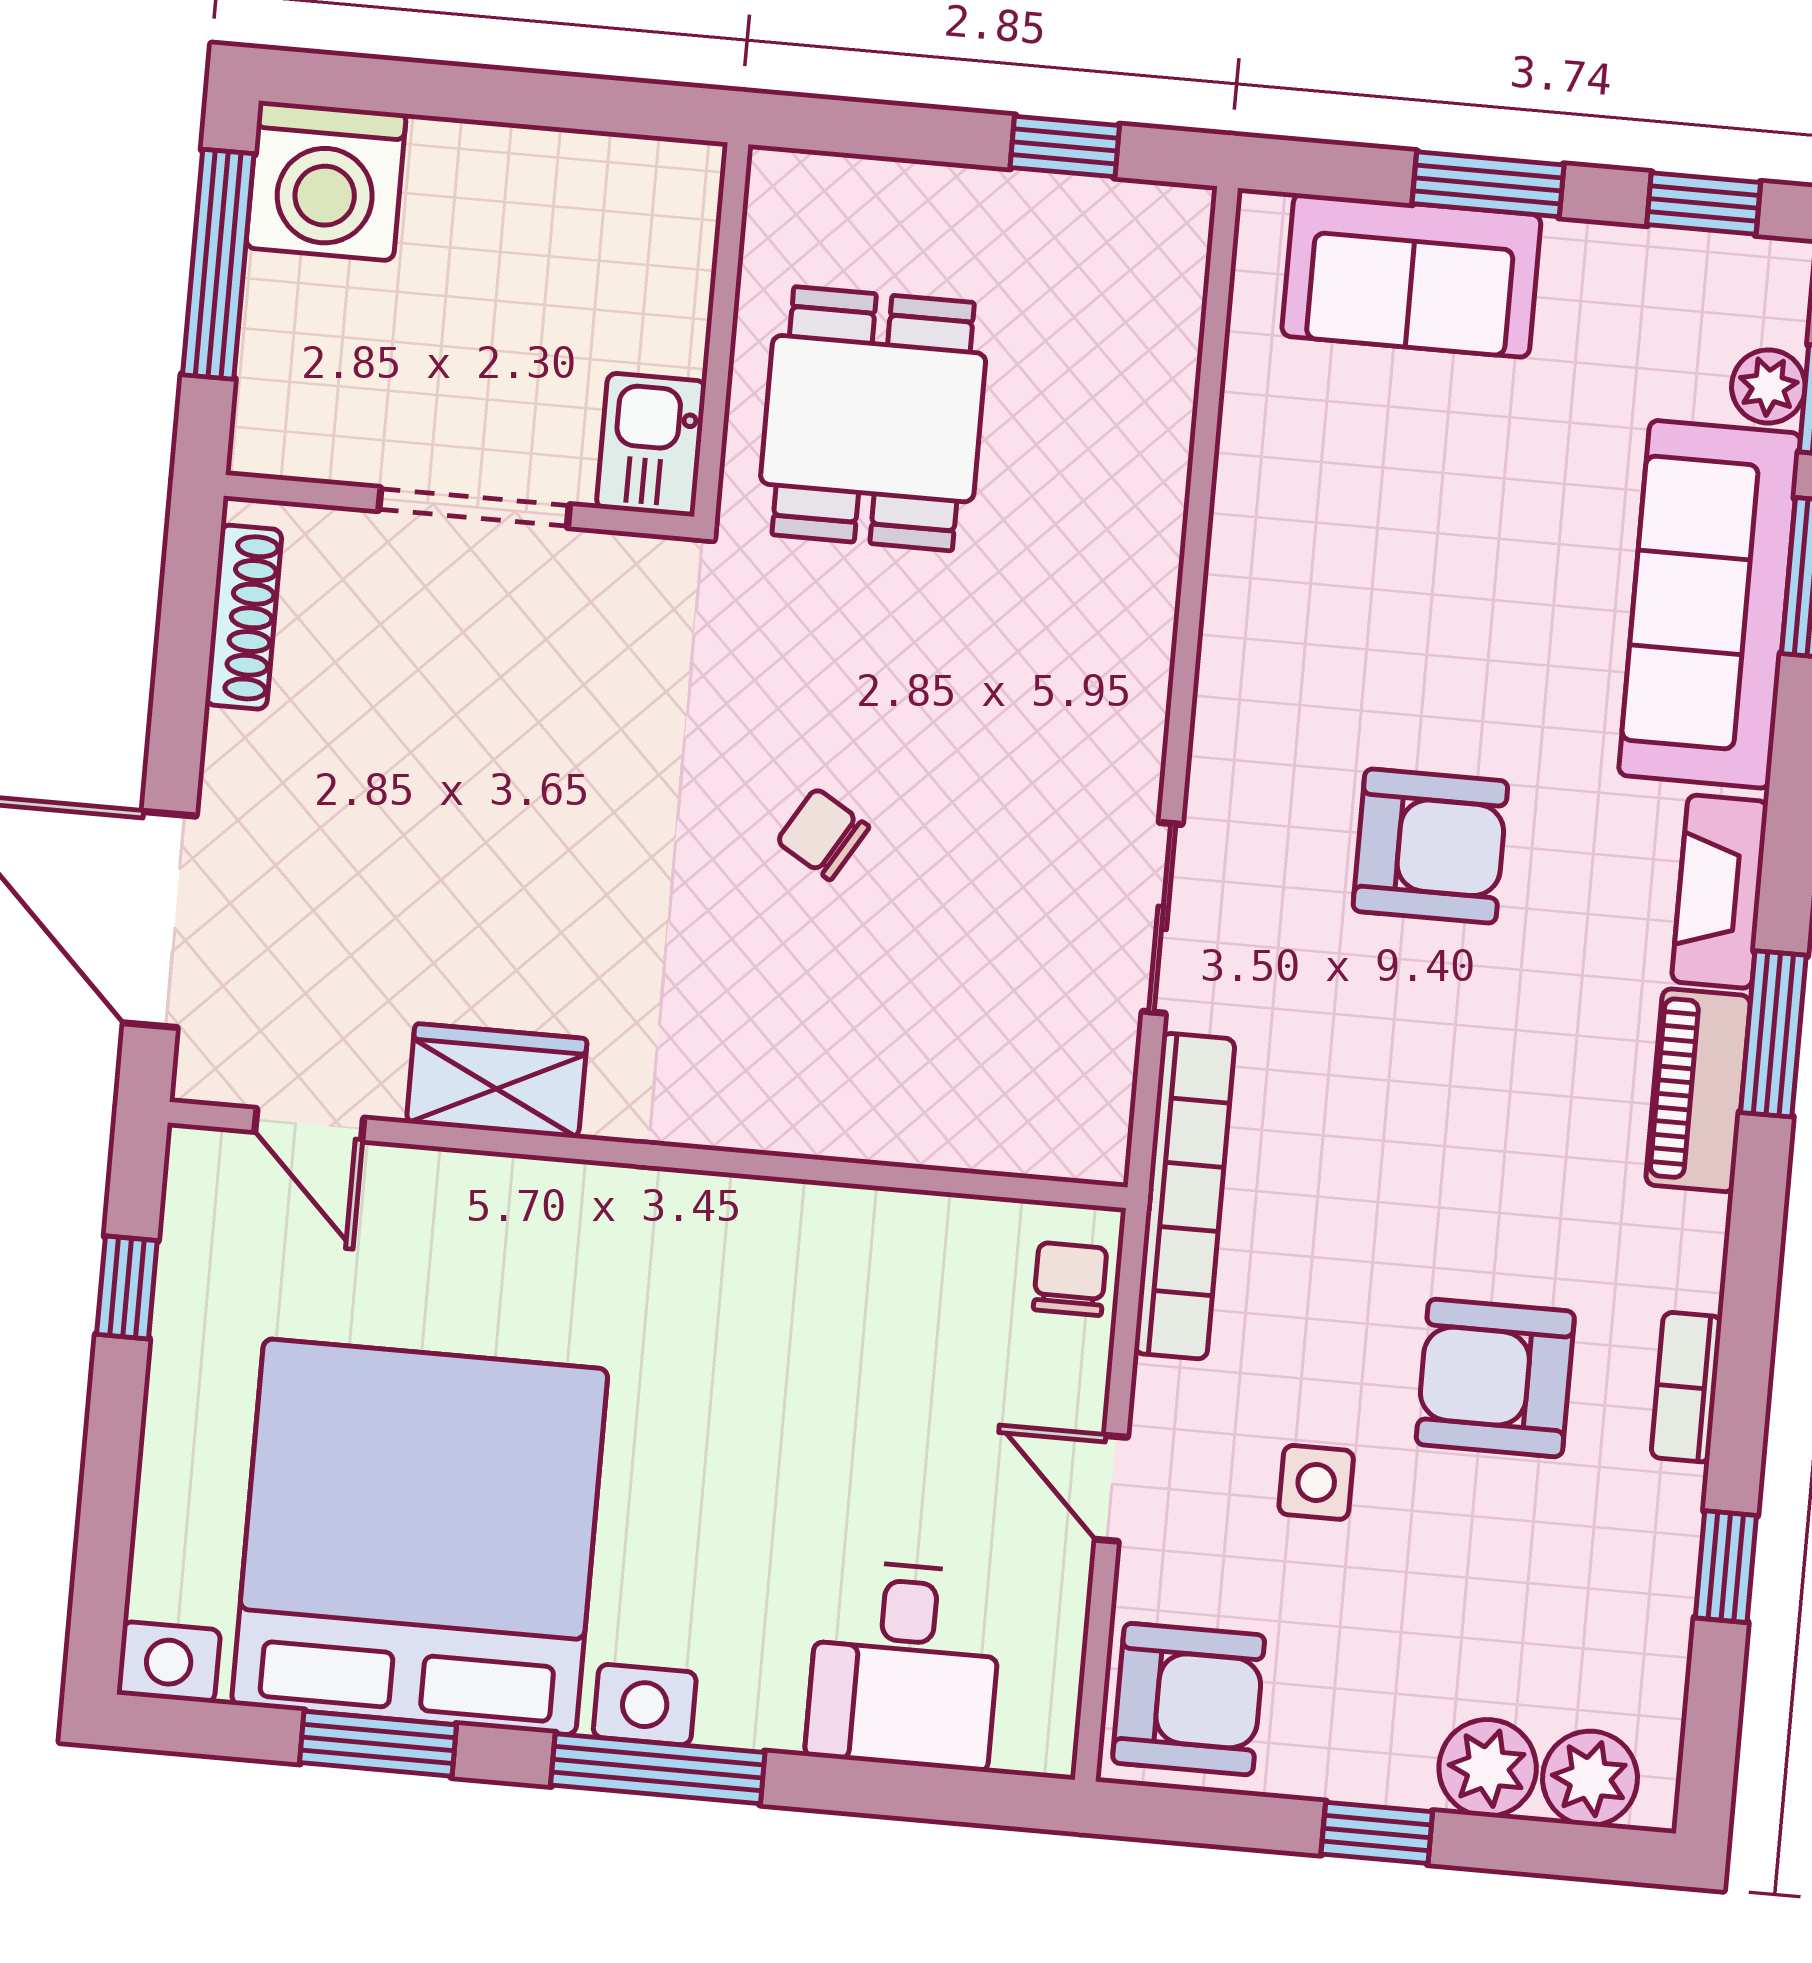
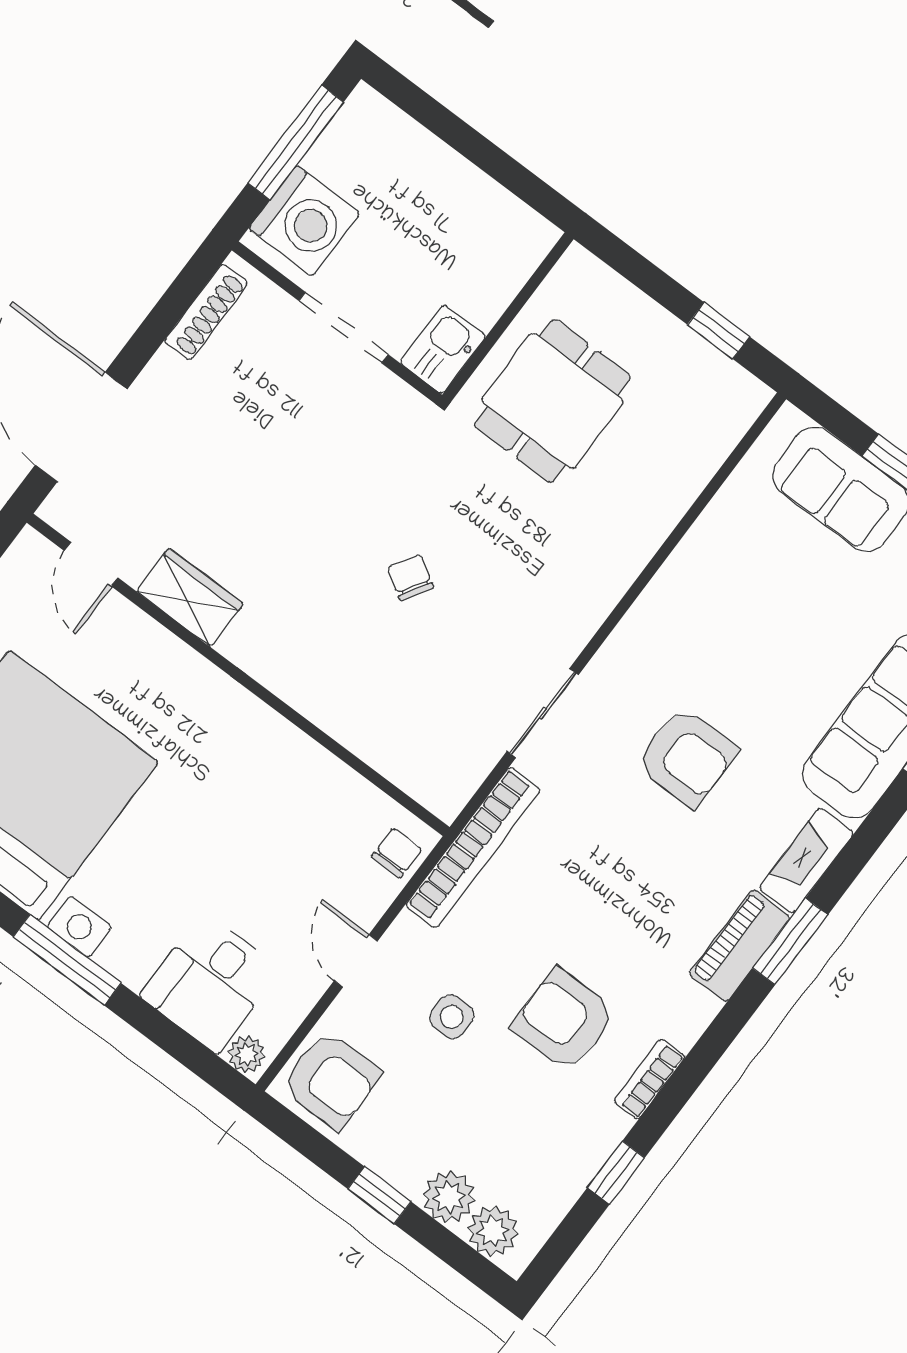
washing machine: (326, 181) -> (304, 221), moved, turned -90
plant: (1031, 1742) -> (247, 1054), added

